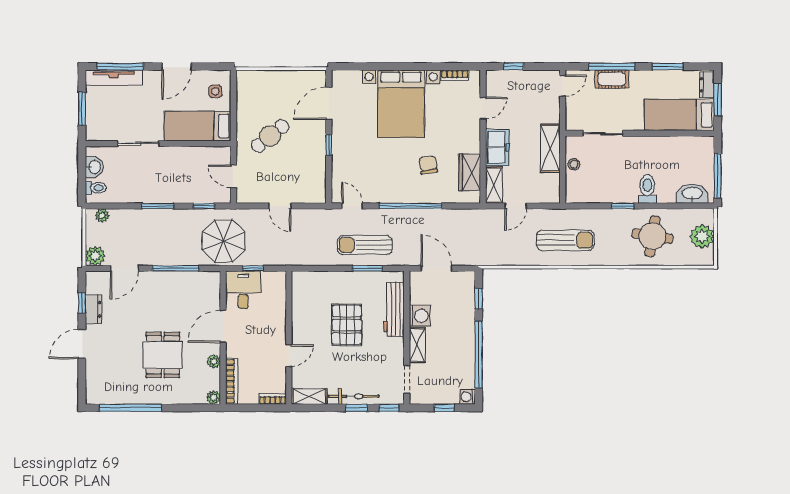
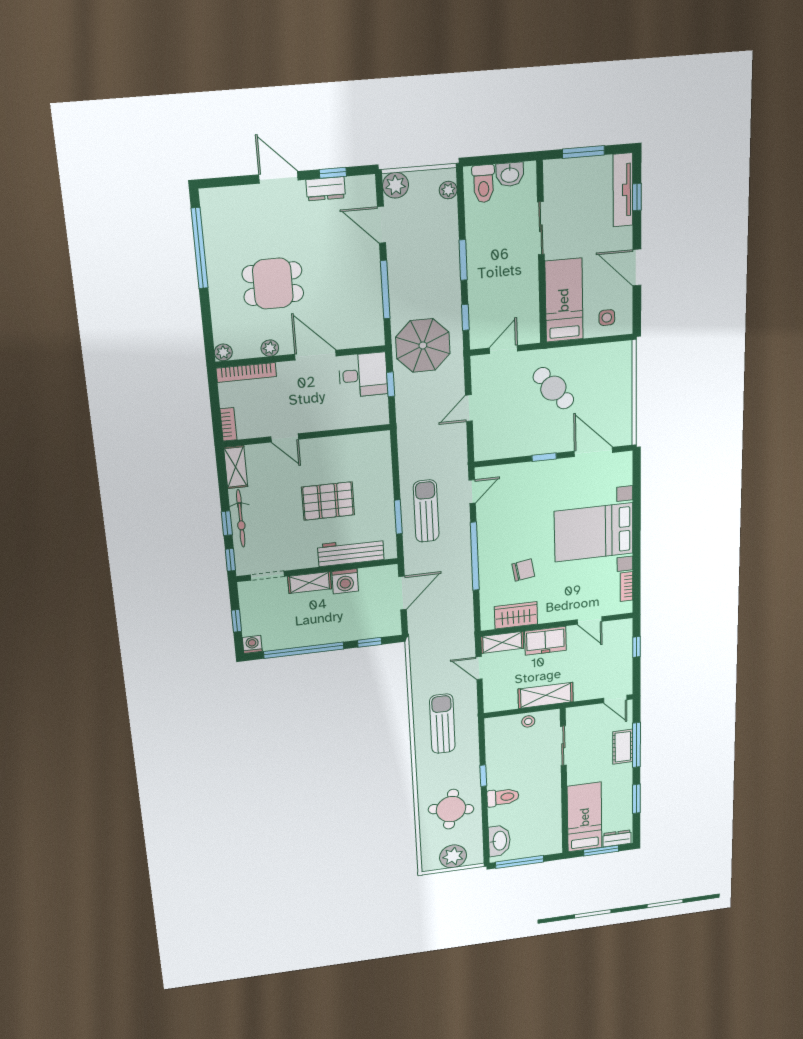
window: (120, 67) -> (637, 197), width x0.46
toilet: (96, 188) -> (483, 184), width x1.37, depth x1.39
sun lounger: (565, 240) -> (442, 724), turned 180

